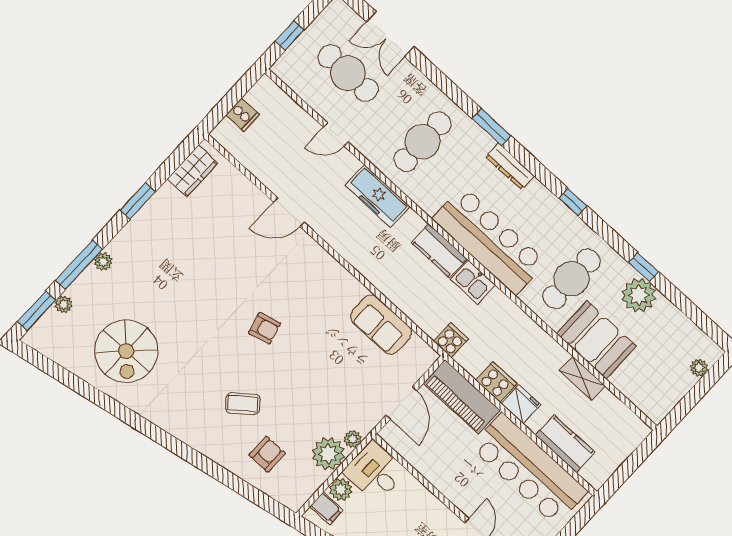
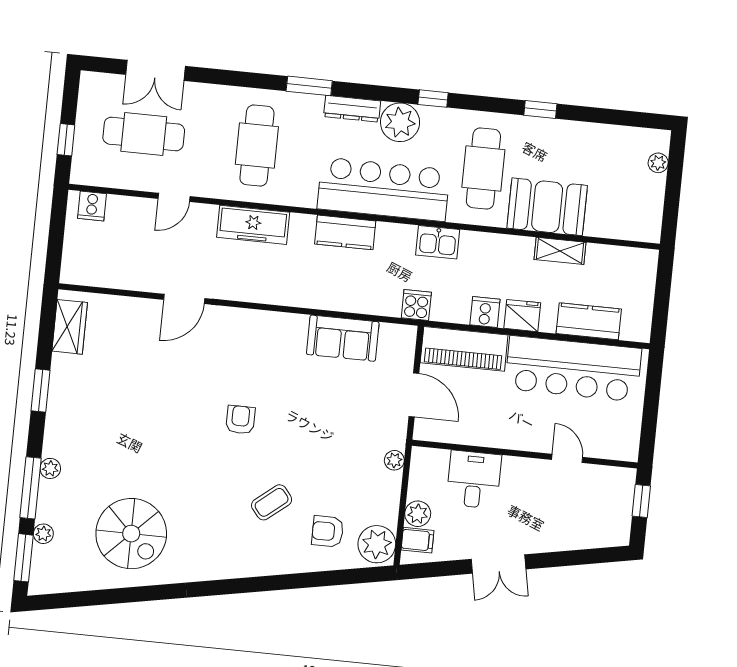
cooker: (243, 115) -> (92, 206), moved, turned 90
kitchen sink: (473, 282) -> (438, 242), moved
plant: (639, 295) -> (400, 122), moved
armchair: (265, 328) -> (240, 420), turned -75
cooker: (496, 382) -> (485, 312), width x0.73
armchair: (267, 454) -> (328, 531), turned -90
plant: (328, 454) -> (377, 544), moved
desk: (375, 472) -> (474, 480), moved, turned 90

